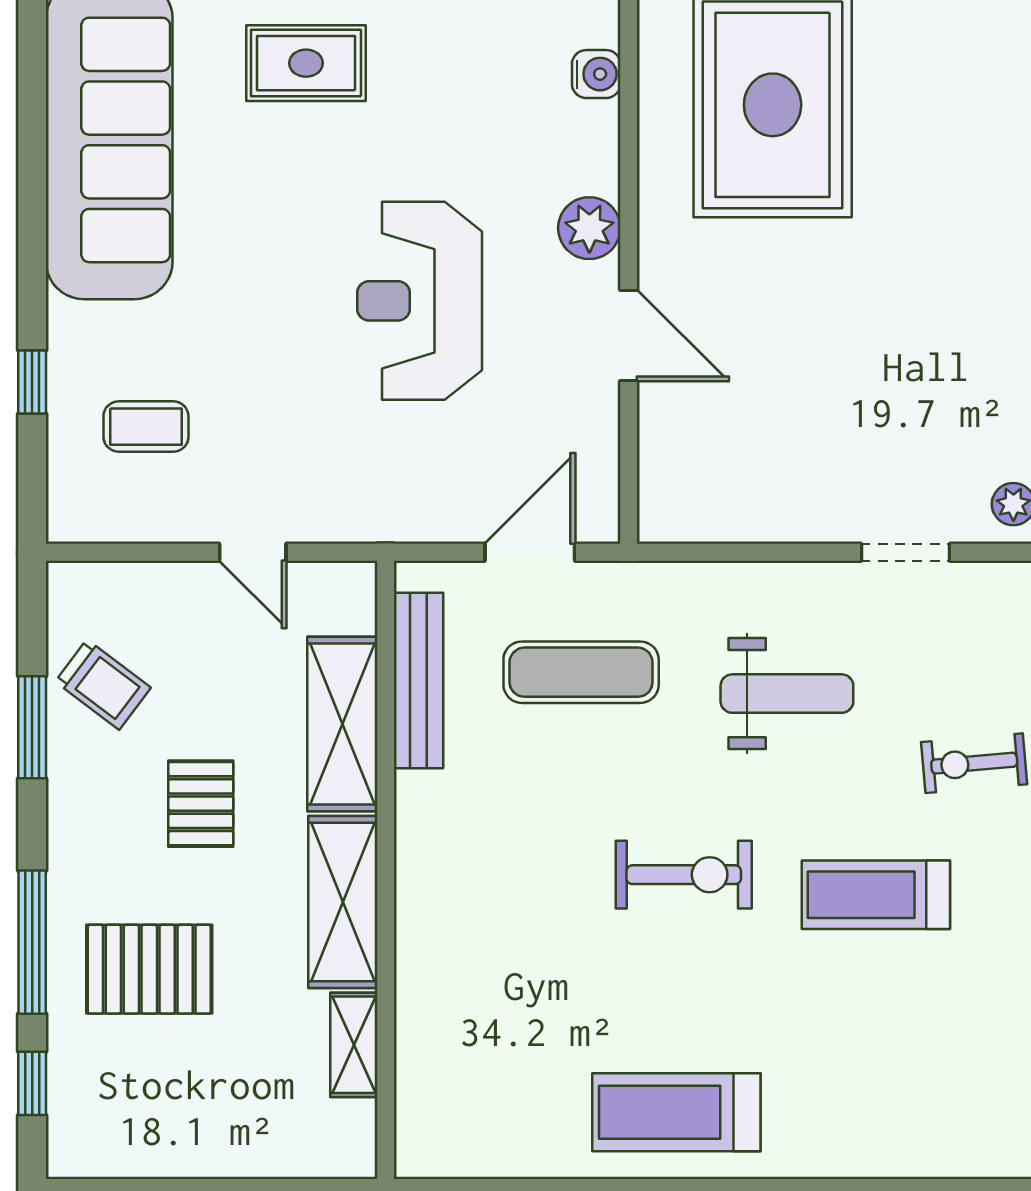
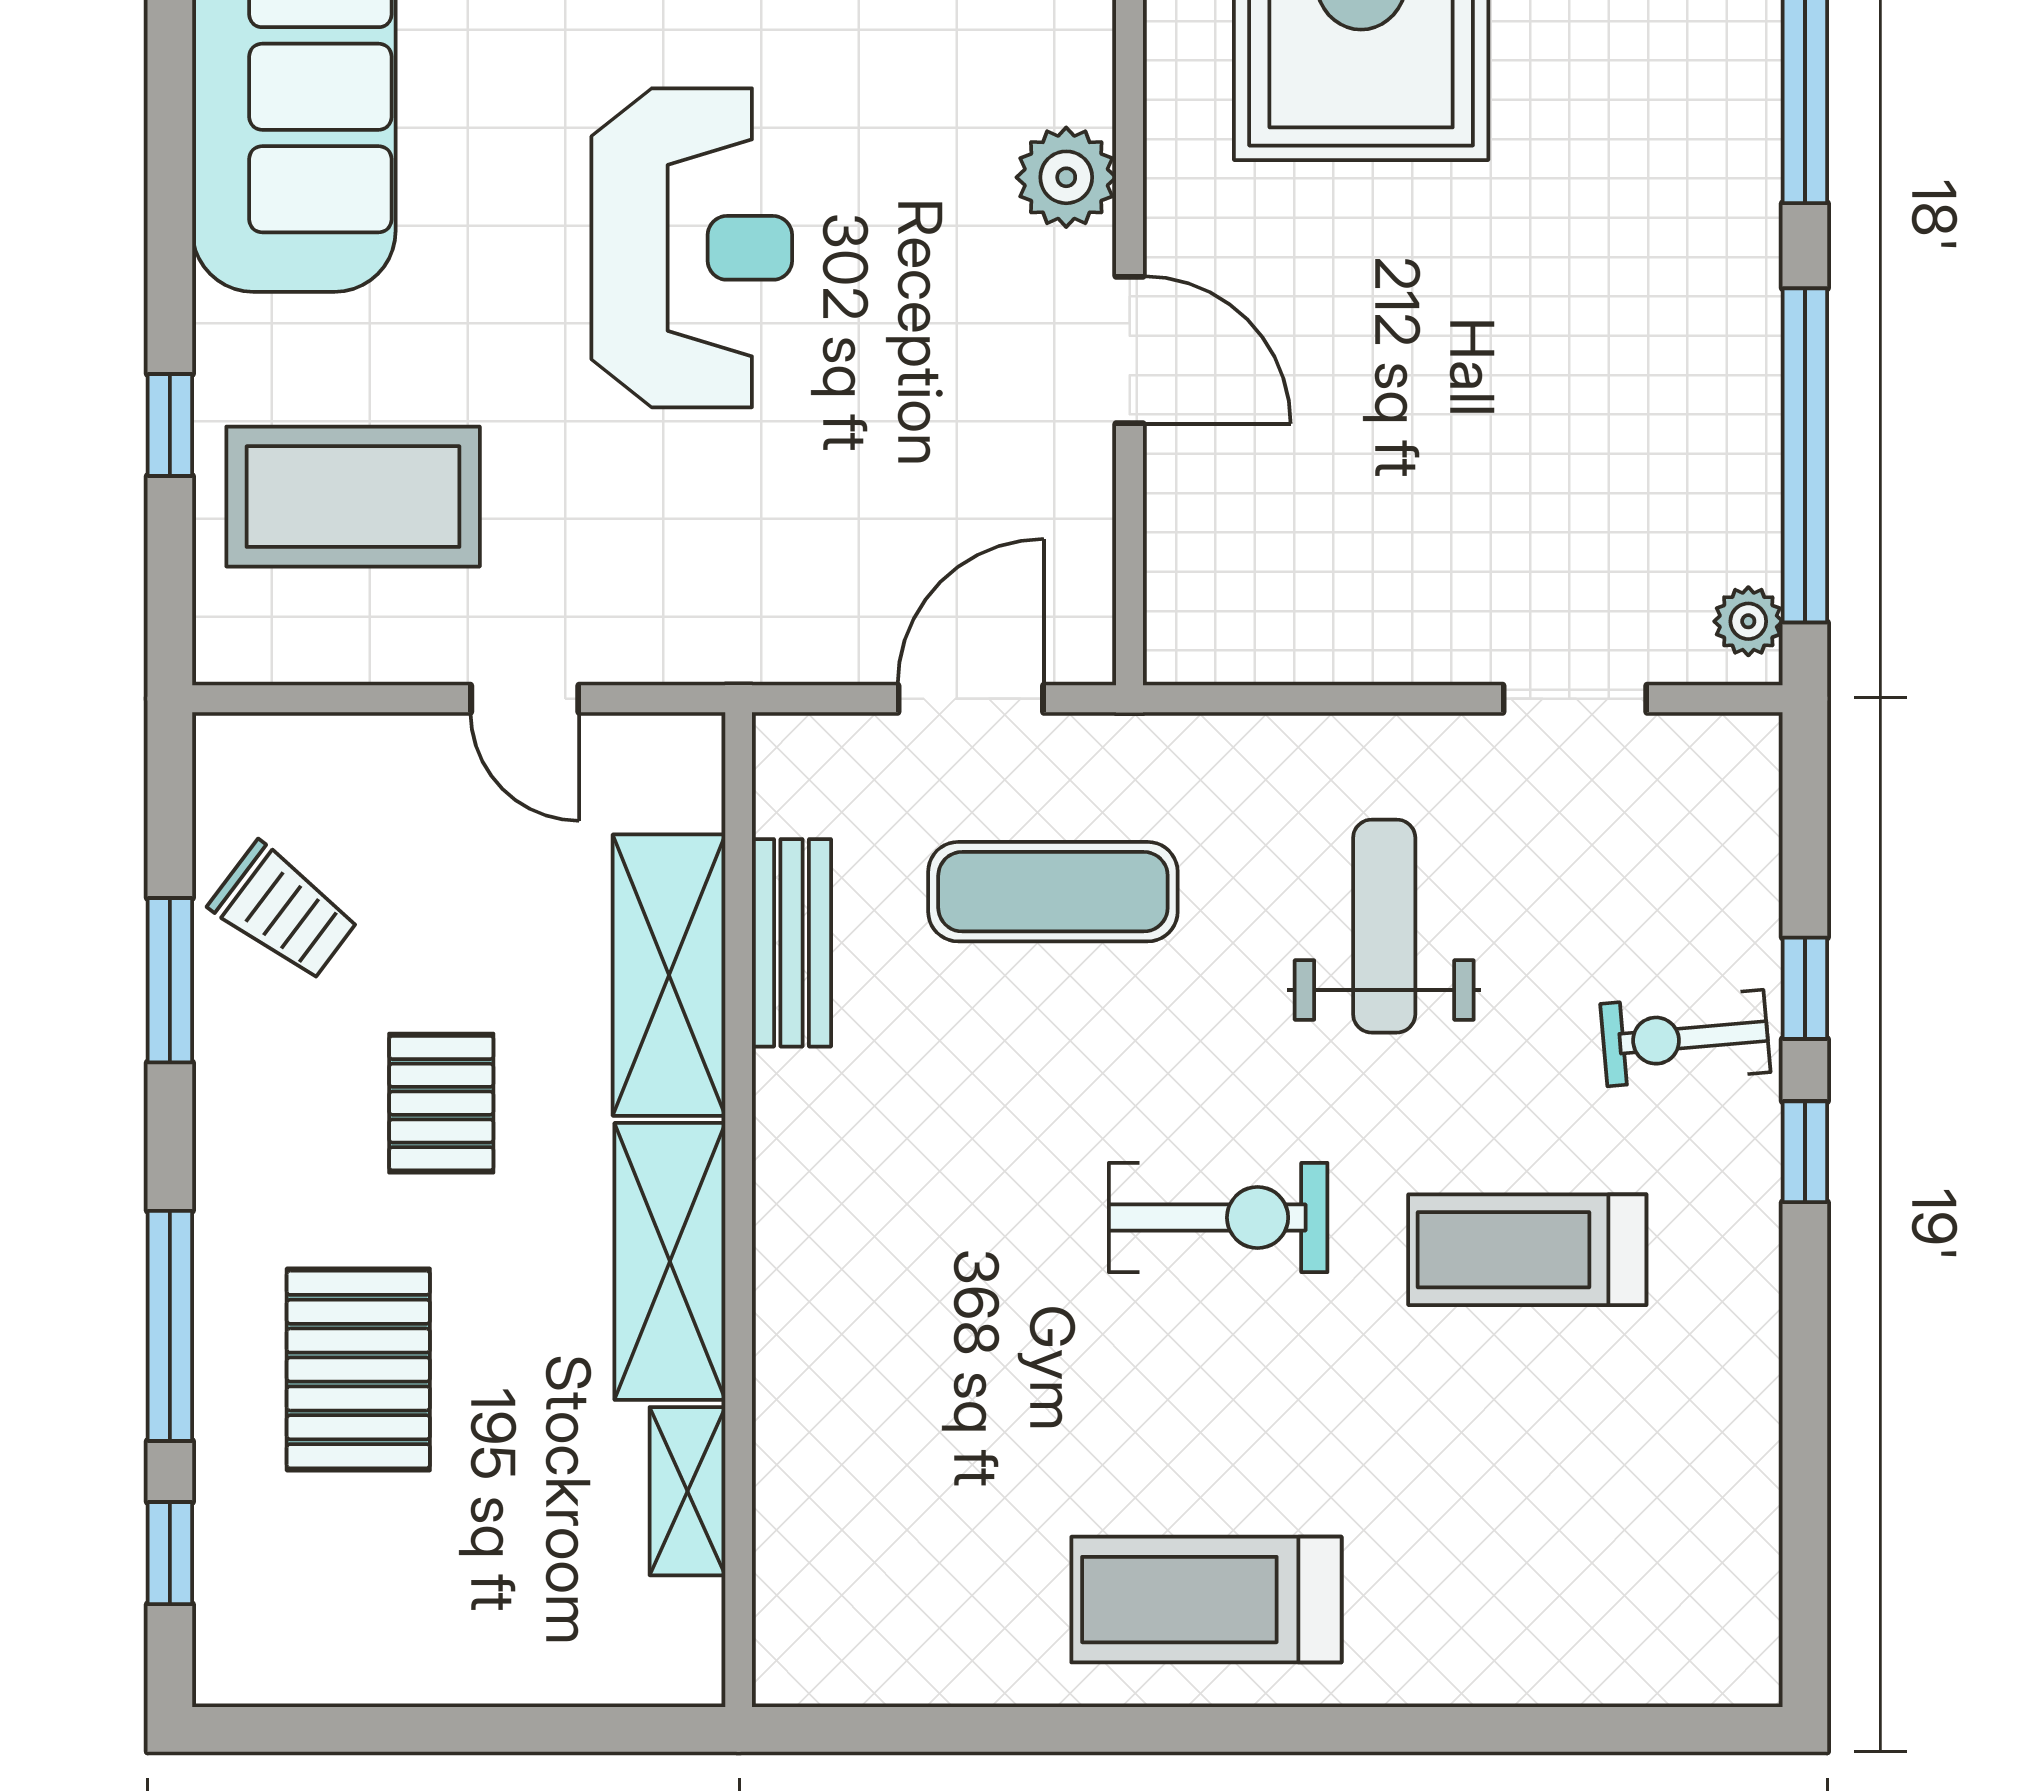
reception desk: (420, 301) -> (692, 248), moved, turned 180
coffee table: (146, 427) -> (353, 497), width x1.86, depth x1.72
bench: (419, 681) -> (792, 943), width x0.73
weight bench: (787, 694) -> (1384, 926), turned -90
pallet: (149, 969) -> (358, 1370), turned 90

